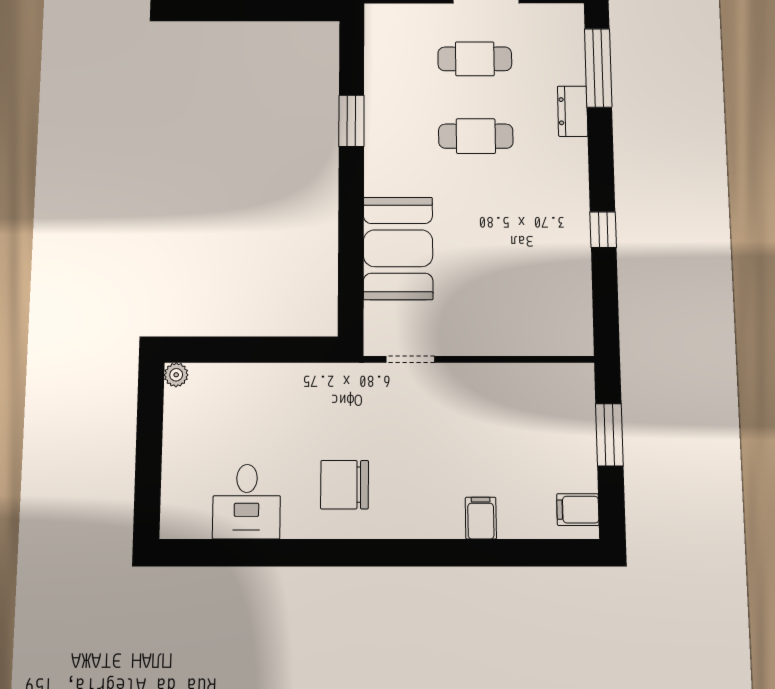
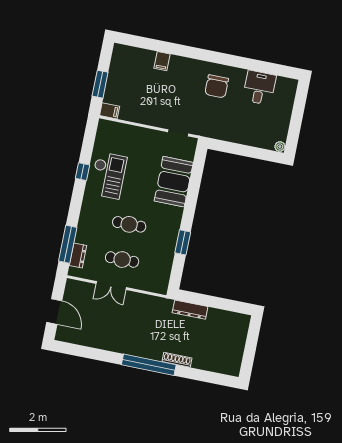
dresser: (573, 111) -> (78, 255), moved
checkout: (545, 233) -> (108, 175), added
chair: (345, 485) -> (217, 86), turned 90
filing cabinet: (578, 510) -> (110, 111), moved

